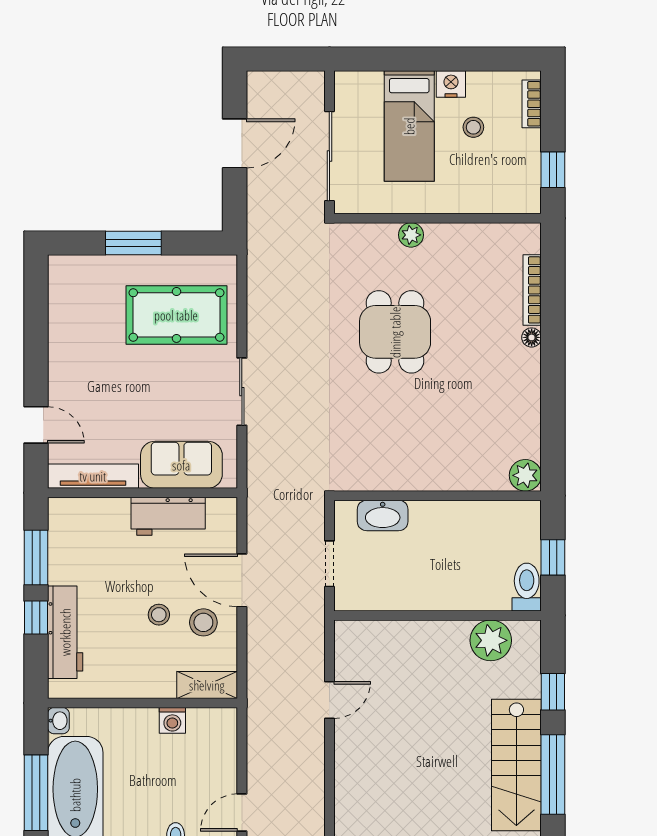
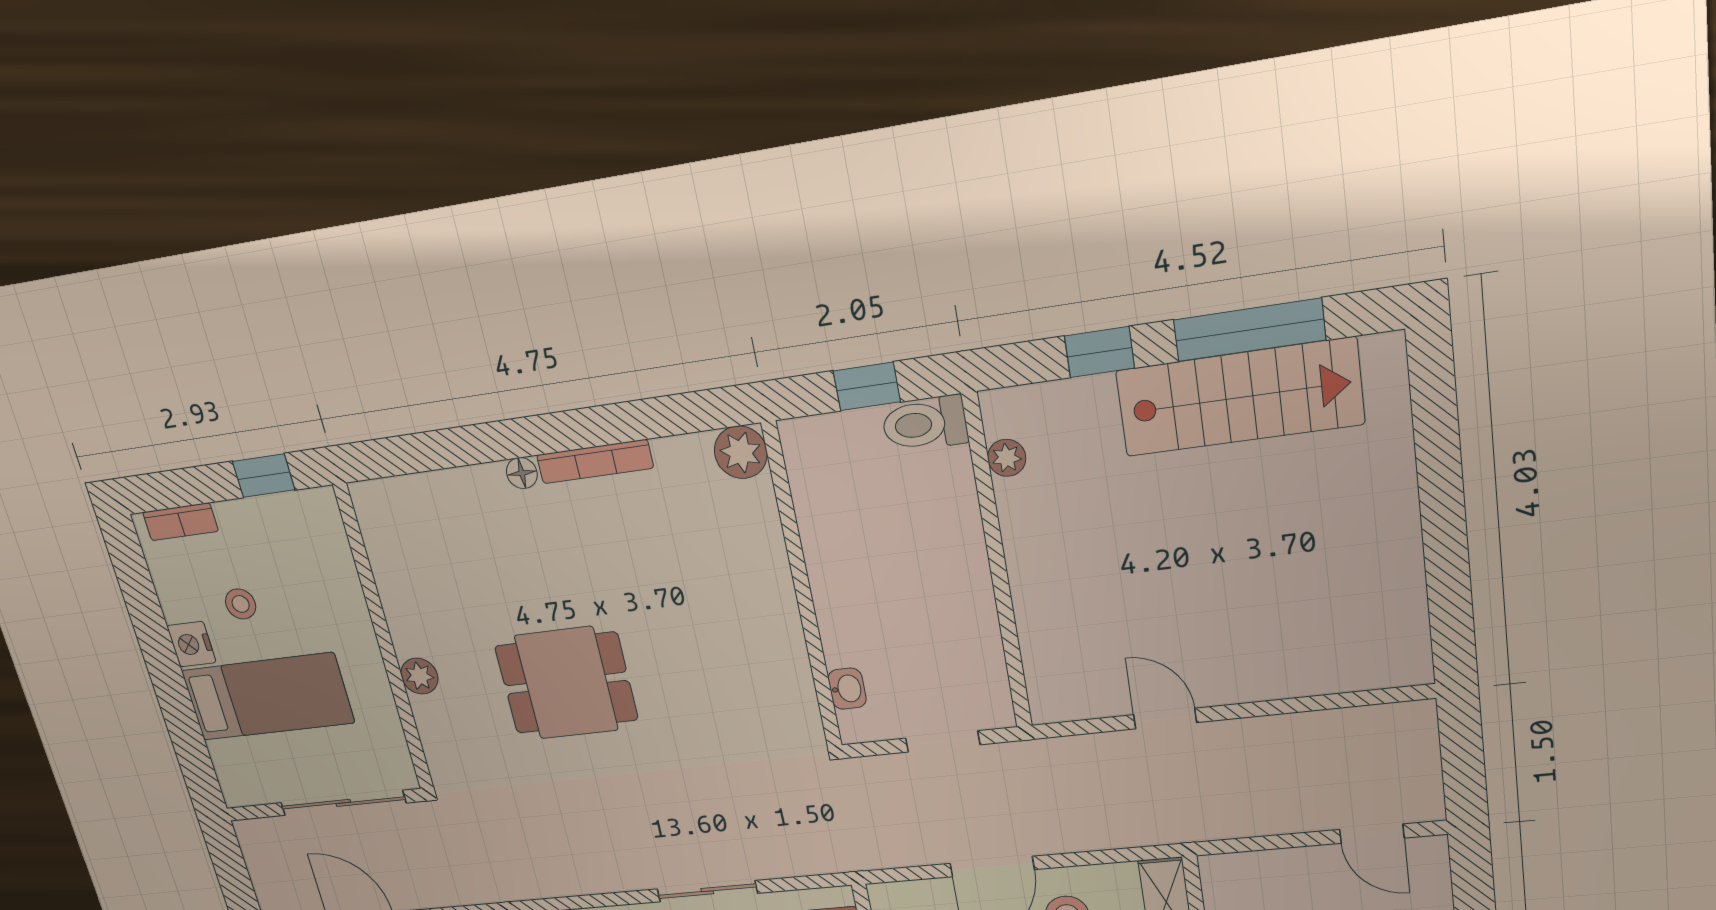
bookcase: (532, 290) -> (595, 462), moved
washbasin: (383, 515) -> (847, 689), width x0.52, depth x0.69
plant: (491, 640) -> (1007, 458), width x0.53, depth x0.53

